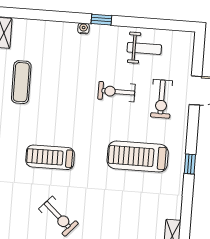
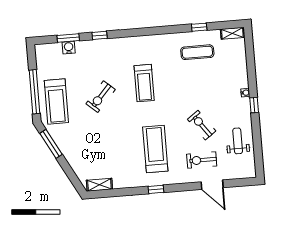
weight bench: (144, 48) -> (238, 141), turned 180
exercise bike: (116, 92) -> (202, 125), turned -36
treadmill: (50, 157) -> (144, 83), turned 180

